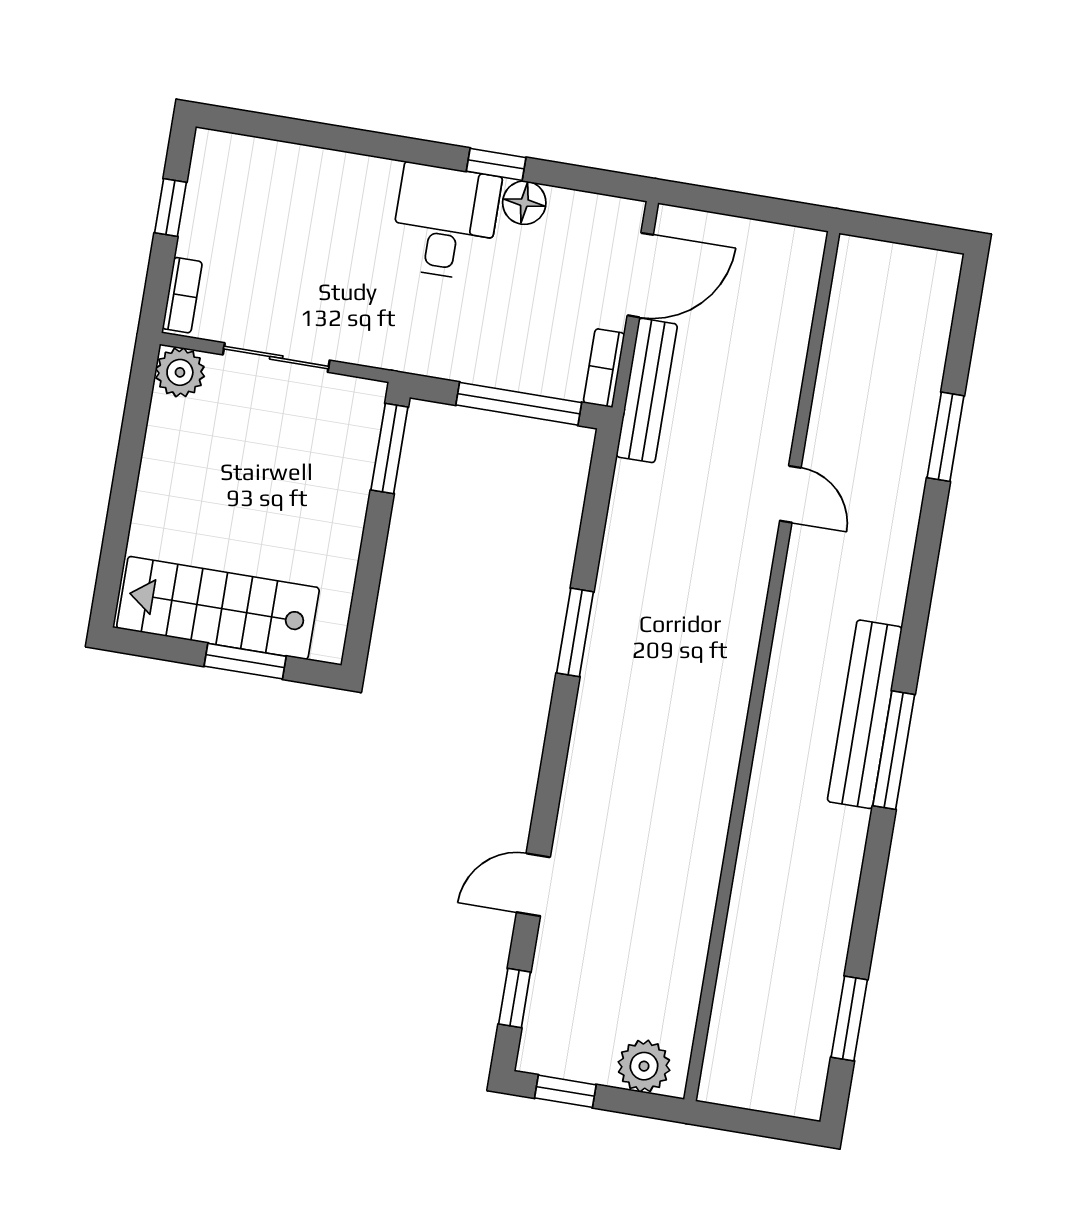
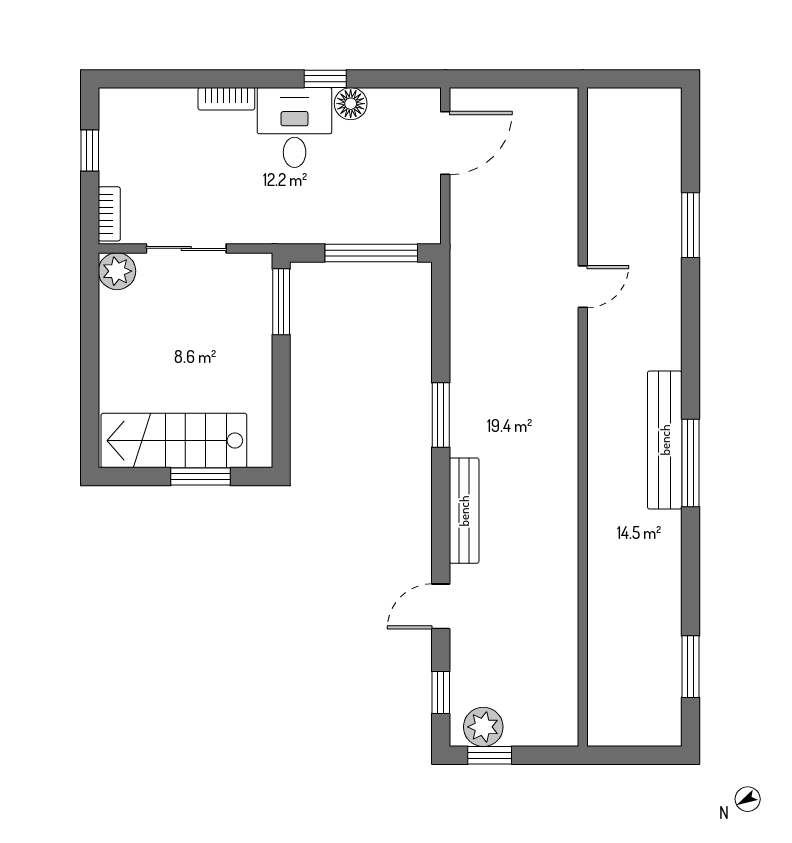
bookcase: (604, 368) -> (226, 99), moved, turned -90
bench: (647, 390) -> (464, 511), moved
door: (790, 494) -> (583, 287), hinge flipped
plant: (644, 1066) -> (483, 727), moved

